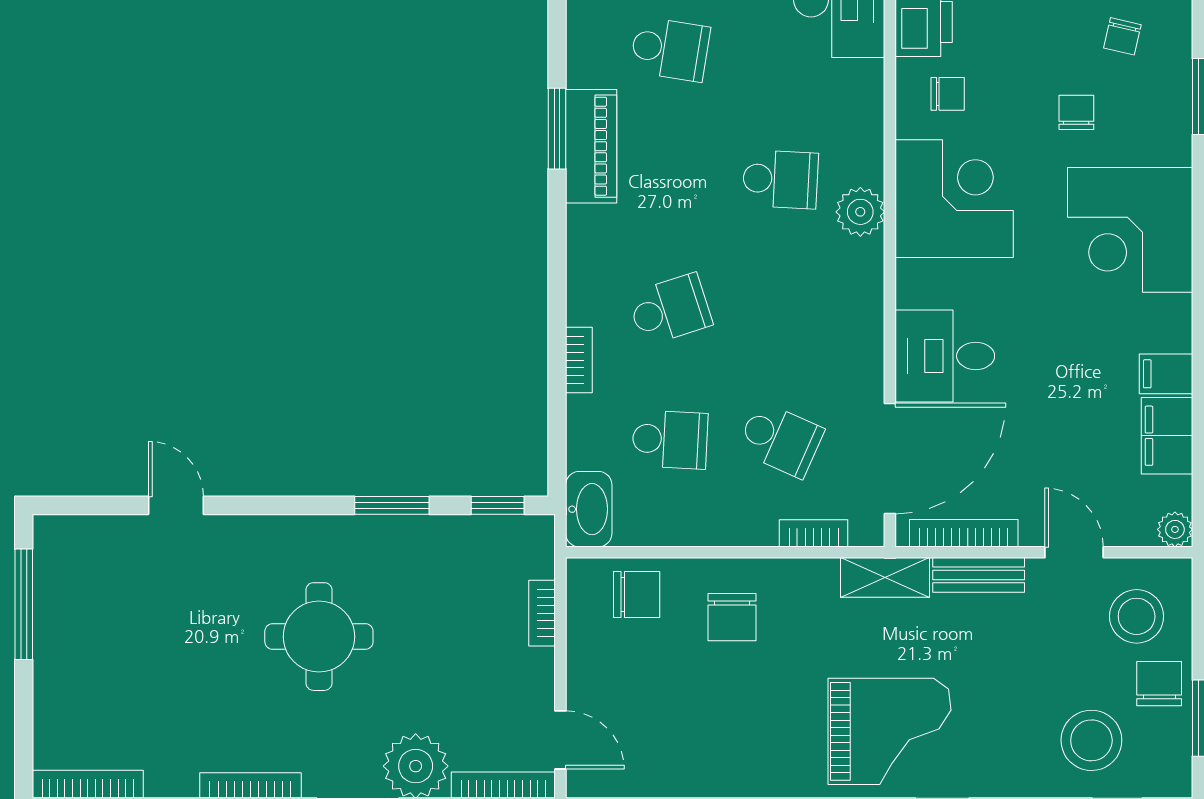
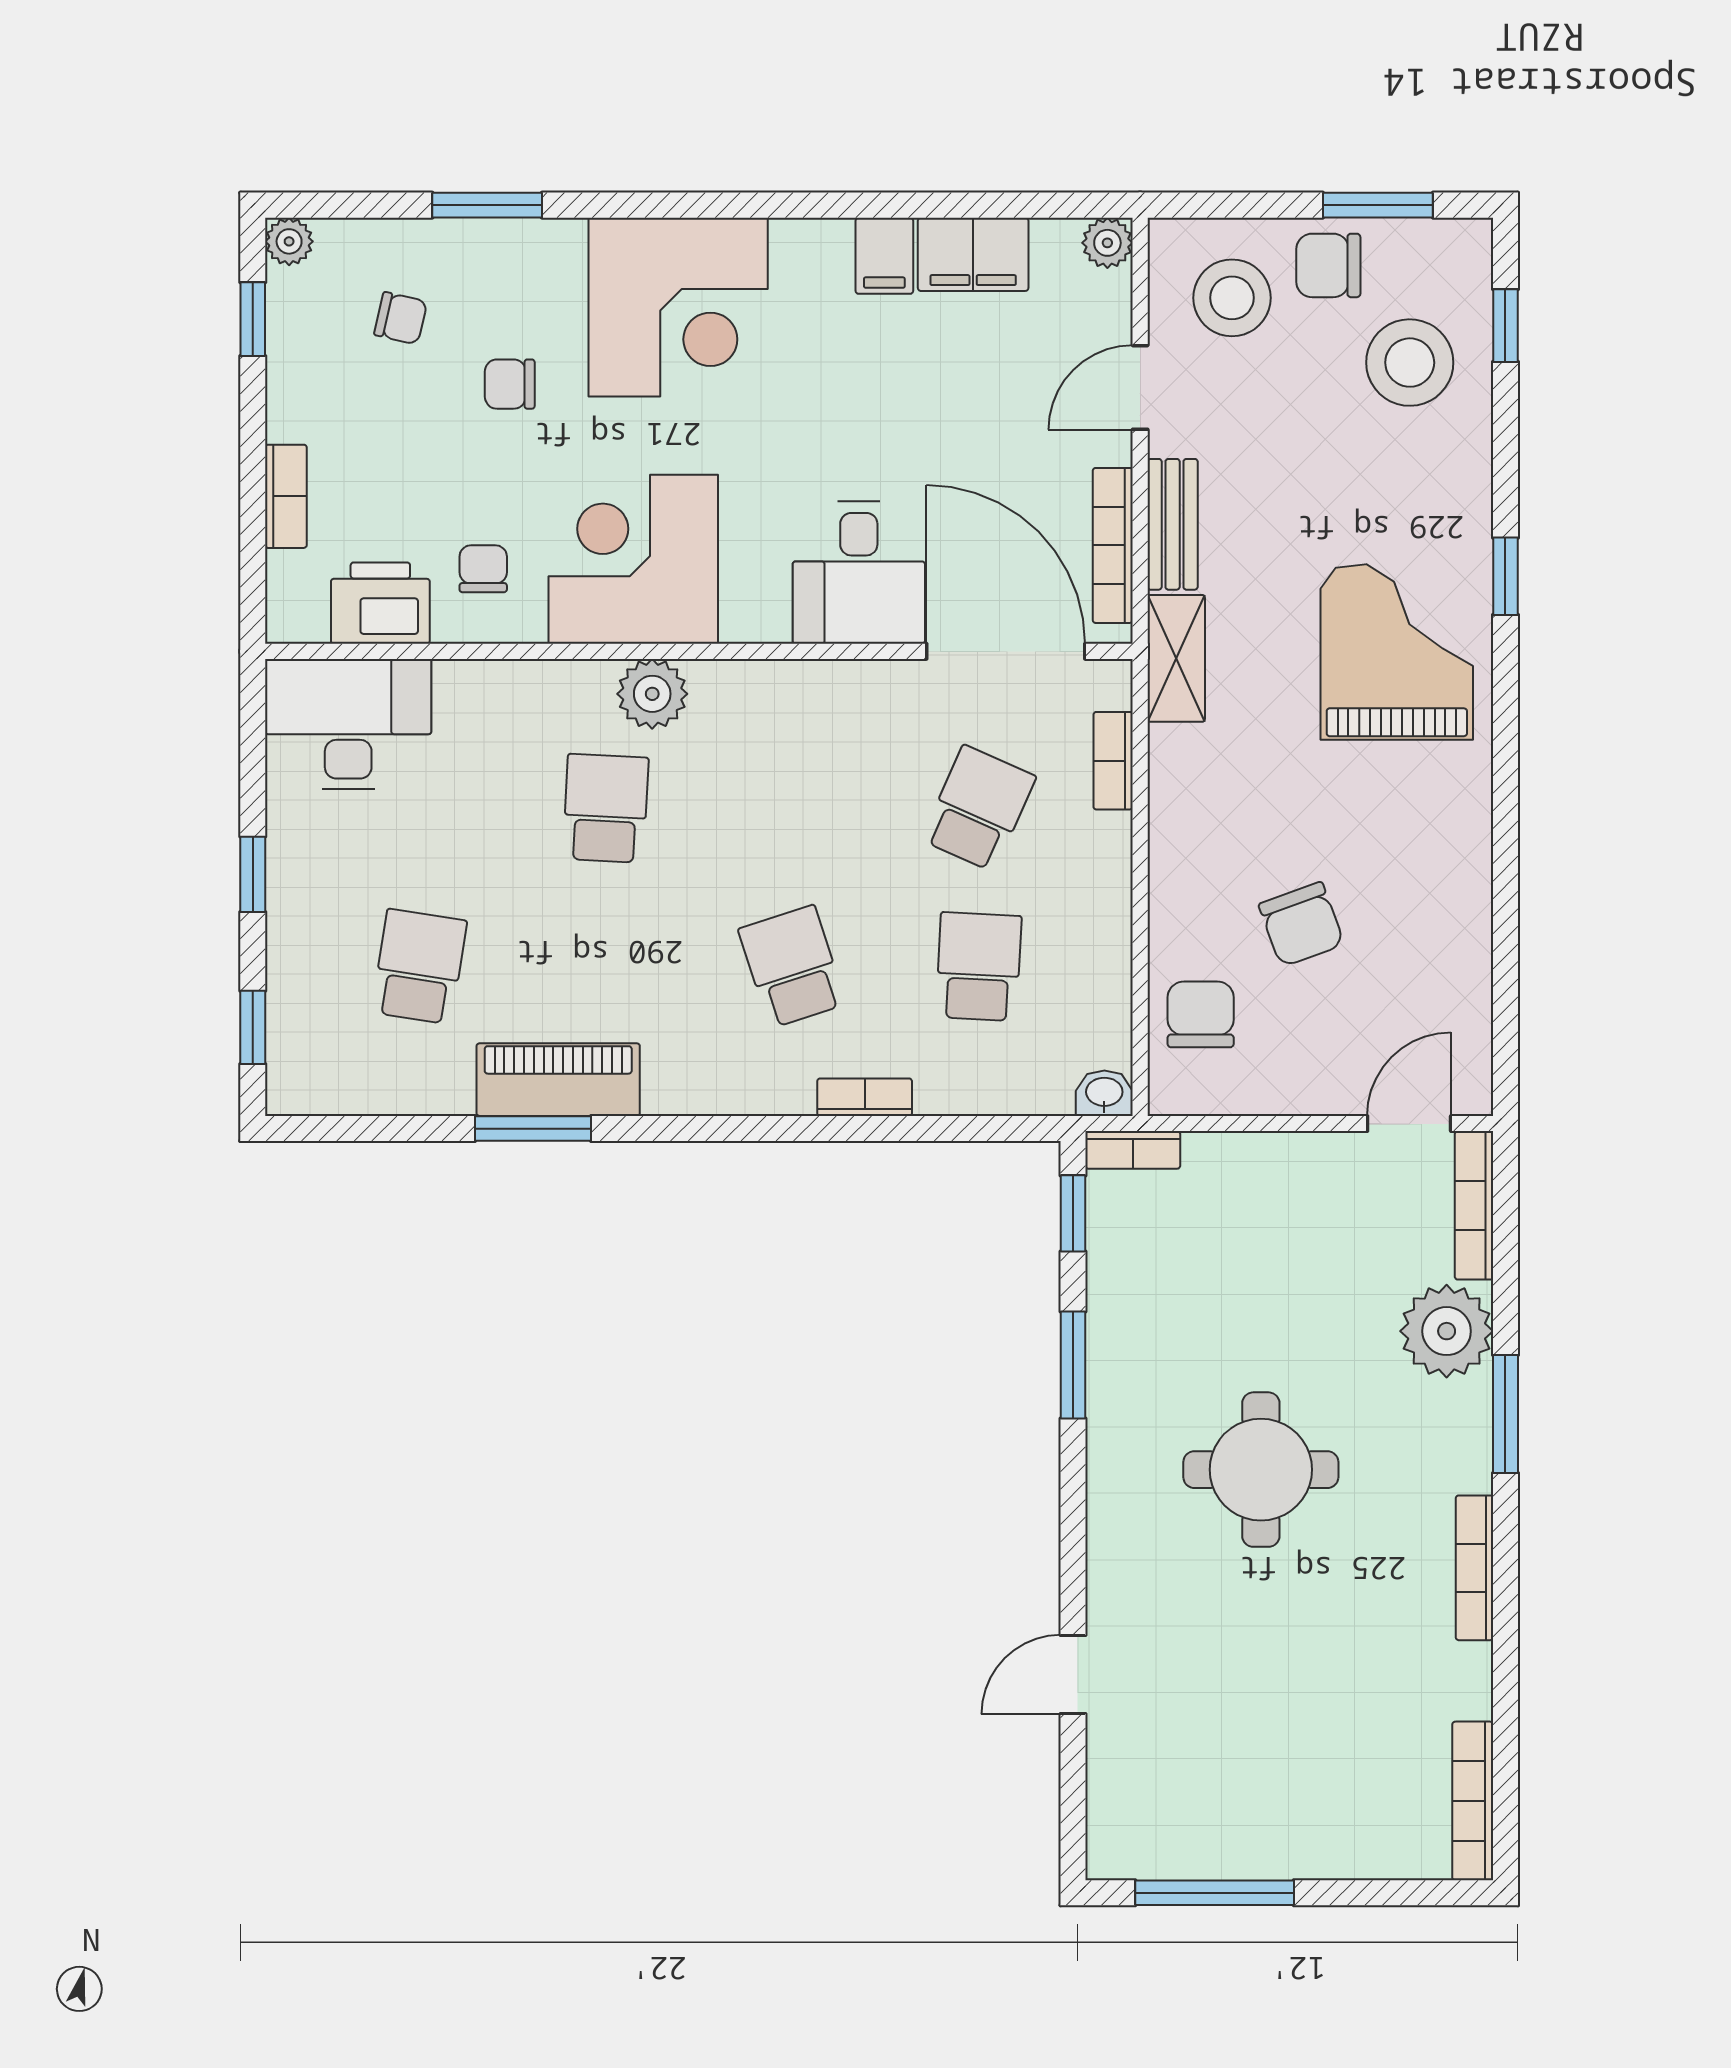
washbasin: (589, 509) -> (1104, 1093), width x0.52, depth x0.69
bookcase: (542, 613) -> (1133, 1150), moved
chair: (732, 617) -> (1301, 924), moved, turned 70

